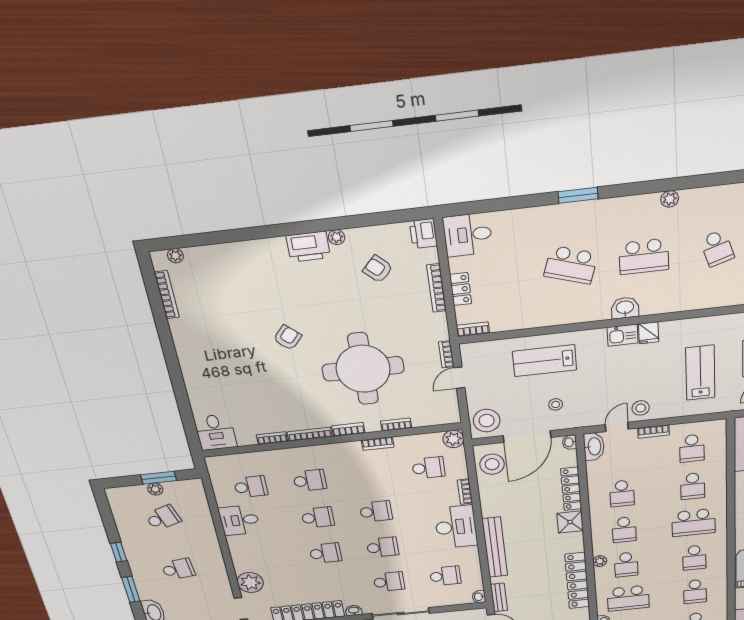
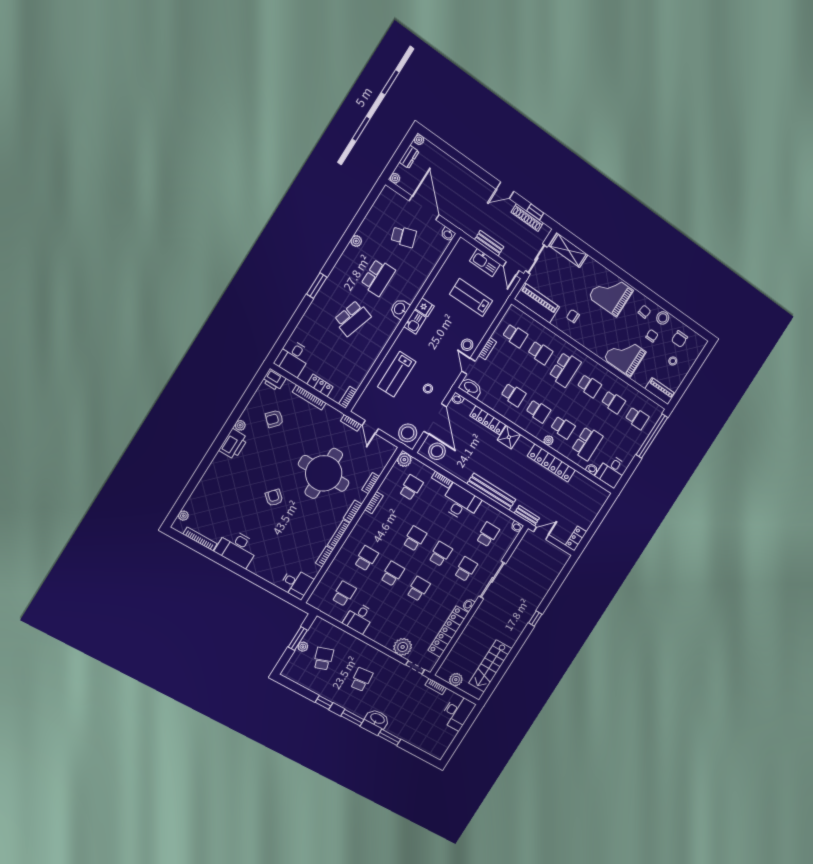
desk: (195, 342) -> (237, 548), added

